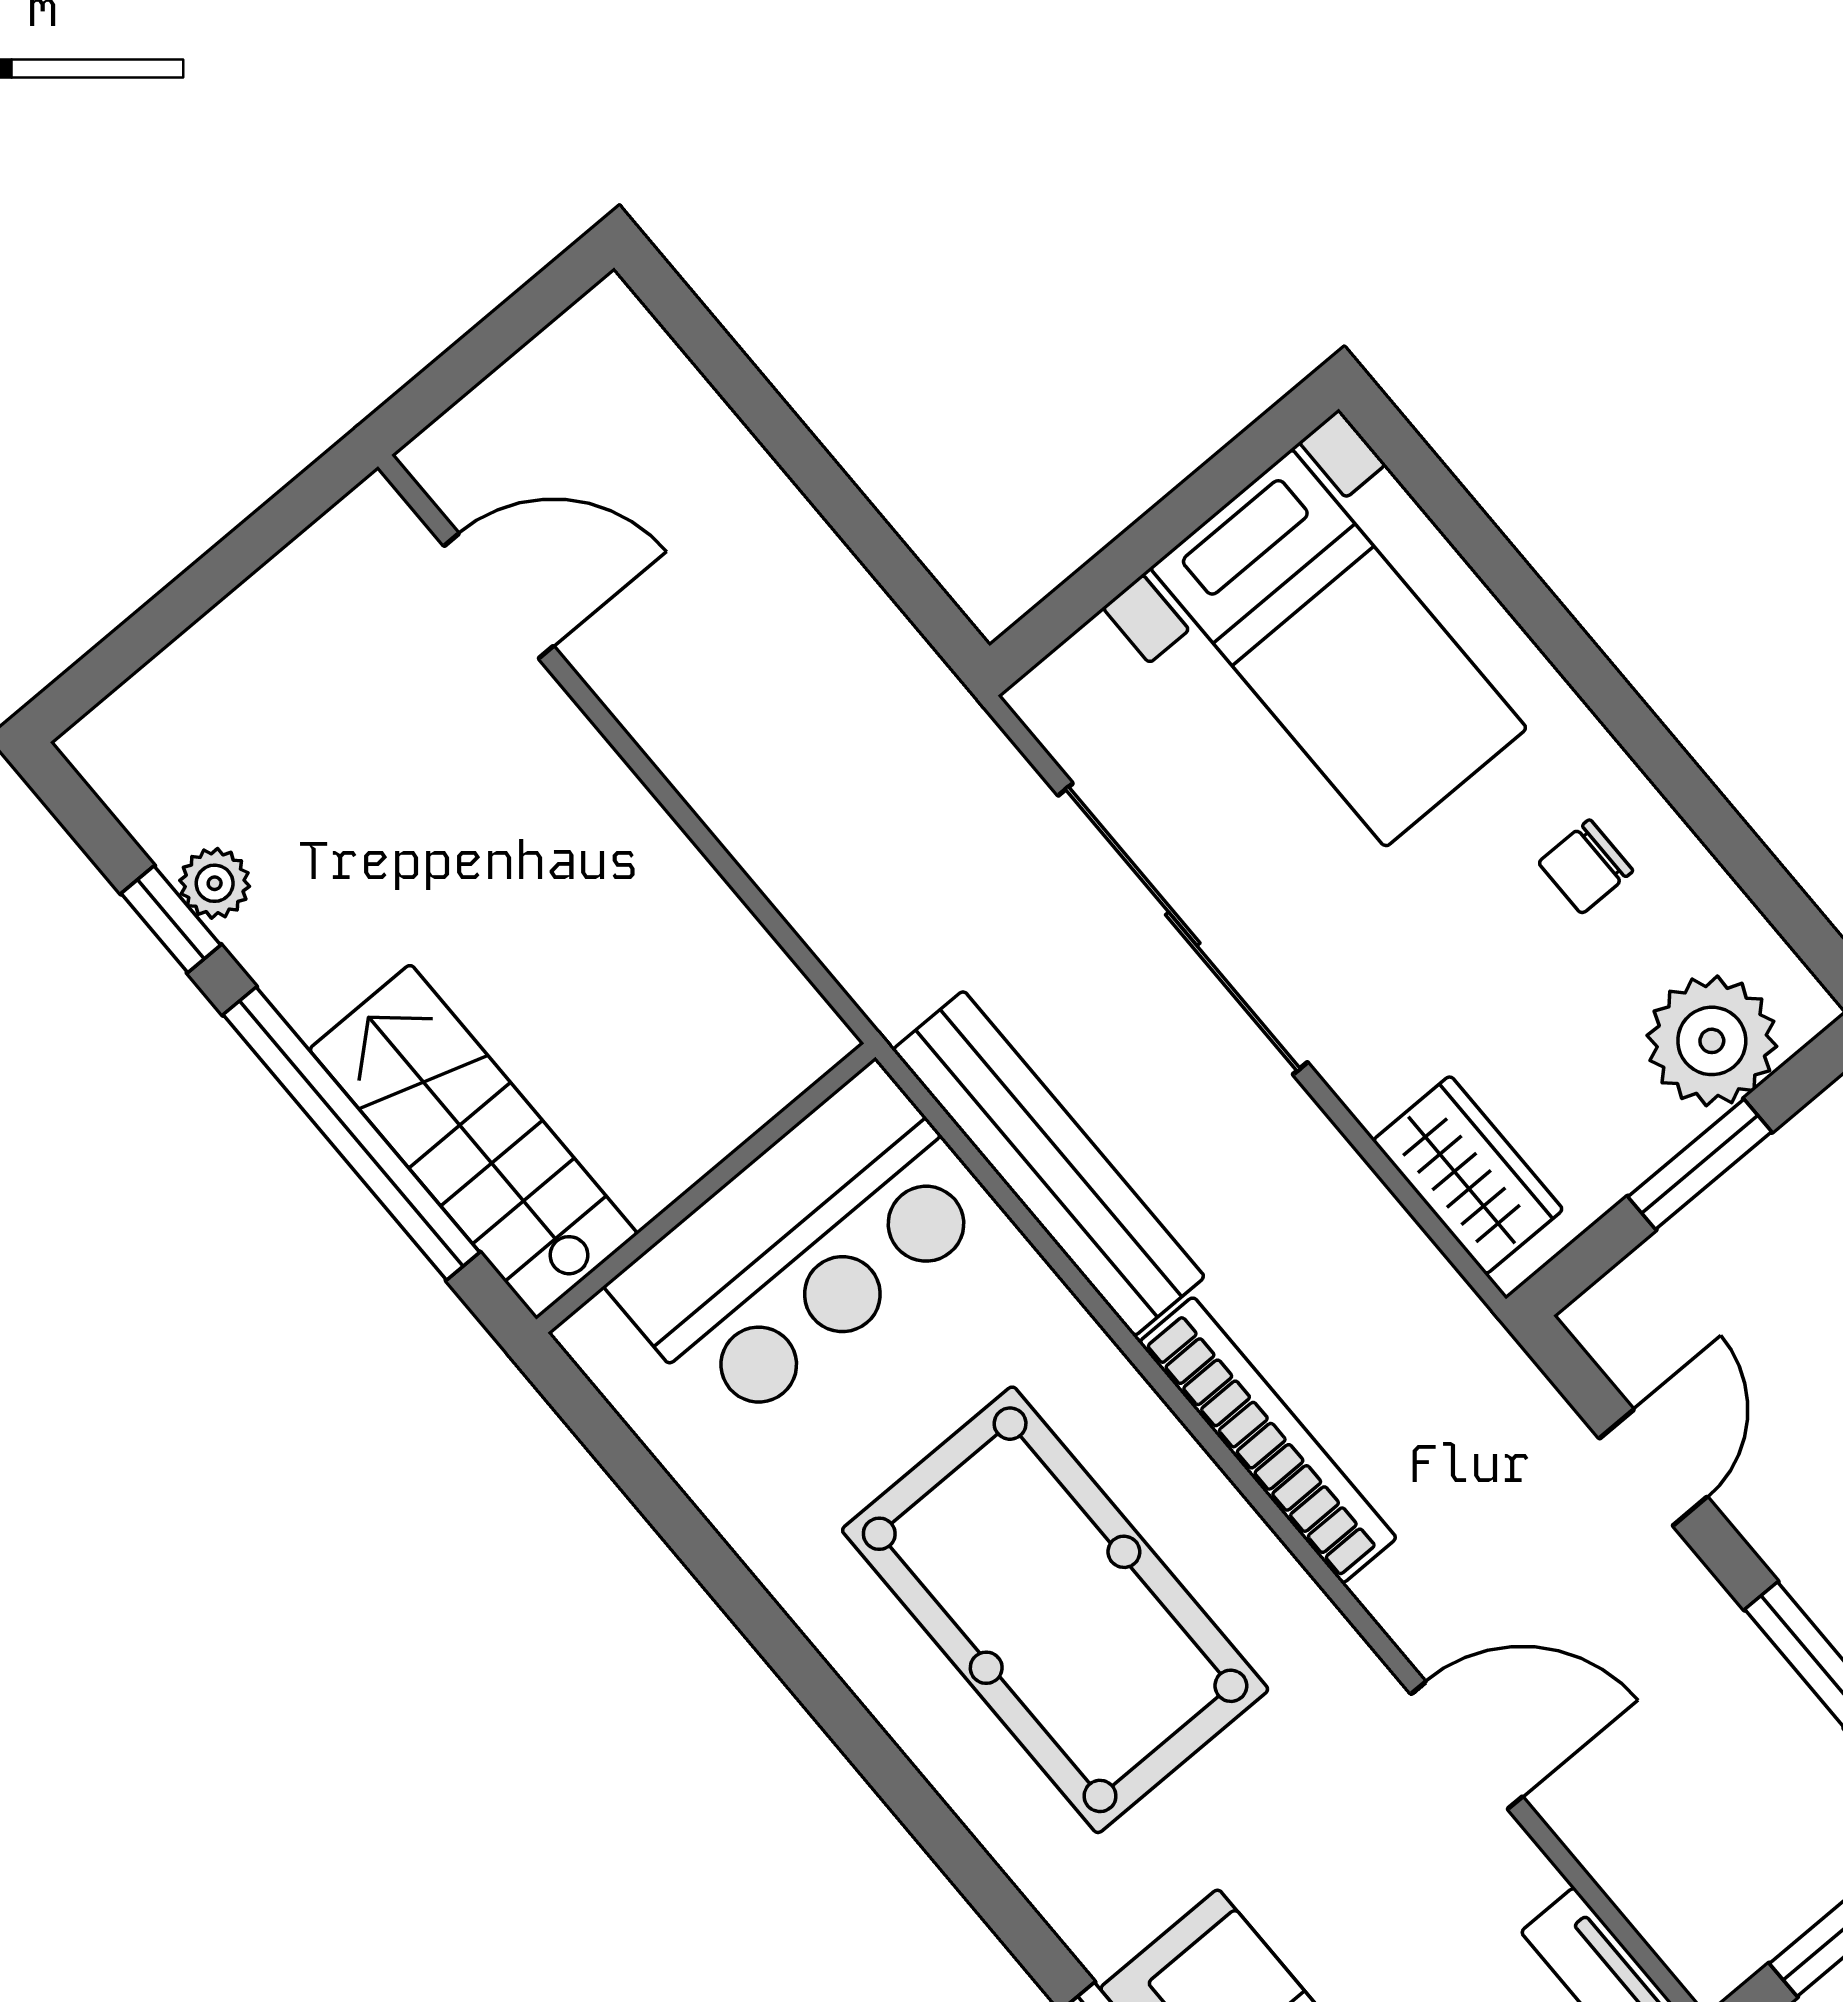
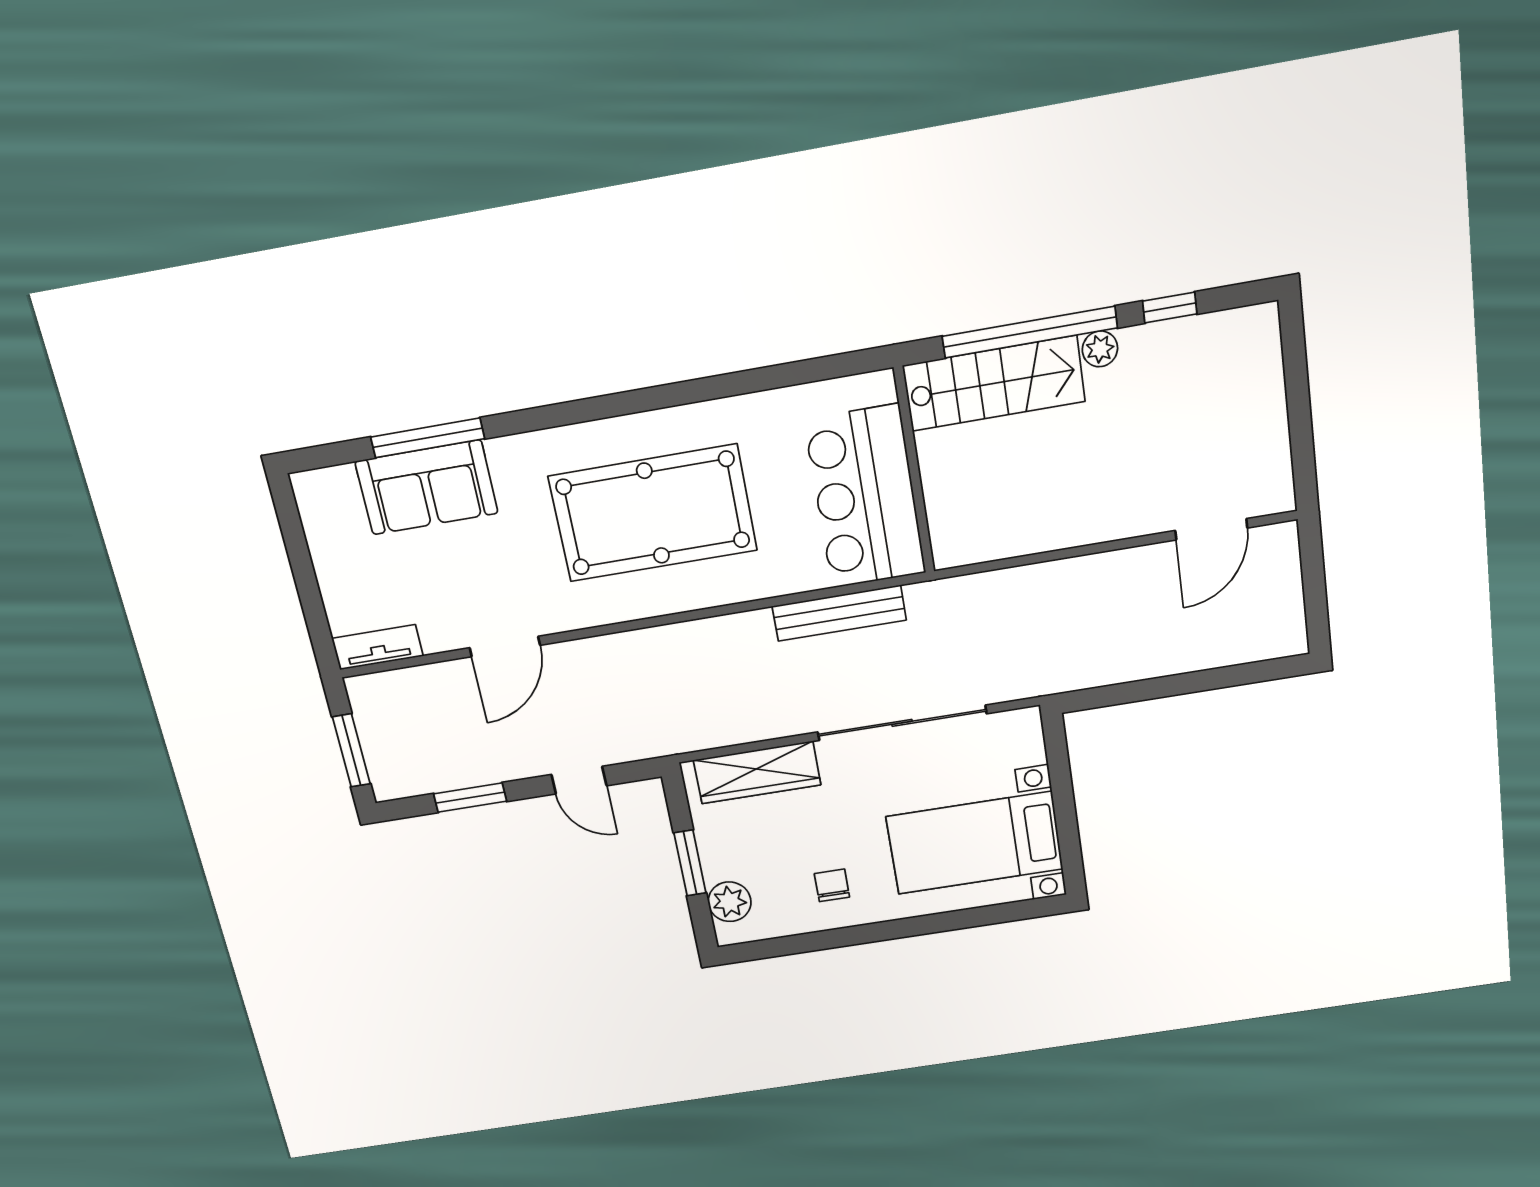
plant: (215, 883) -> (1100, 349), moved
plant: (1712, 1041) -> (730, 902), width x0.73, depth x0.73
bench: (1049, 1163) -> (839, 613), width x0.73, depth x0.82
wardrobe: (1468, 1175) -> (757, 772), width x1.50
bookcase: (1268, 1440) -> (675, 639), removed

